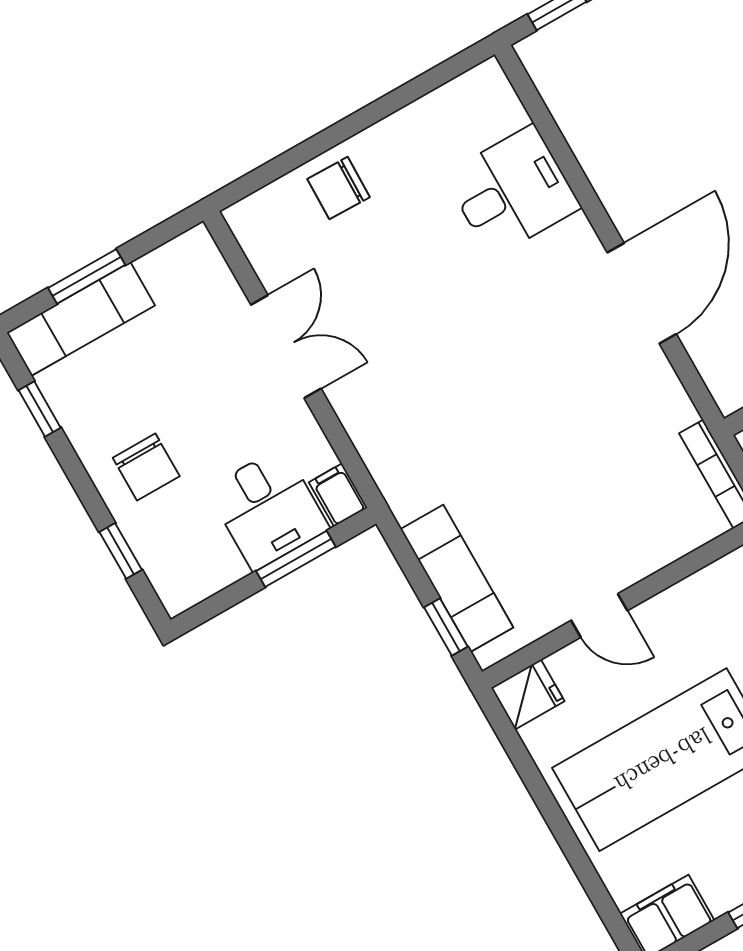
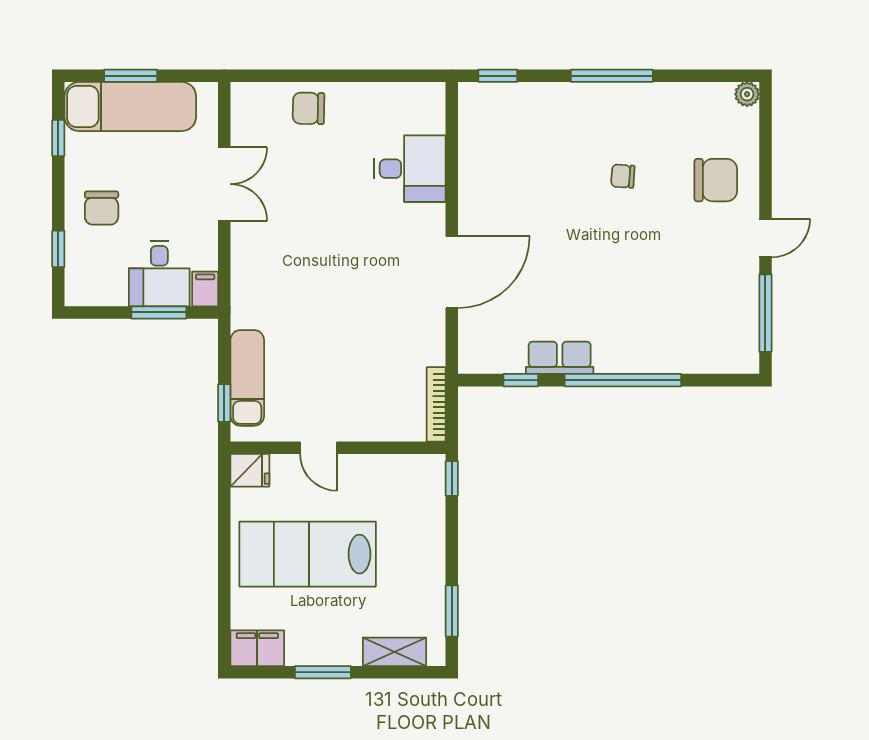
exam couch: (81, 319) -> (130, 107), width x1.36, depth x1.45

